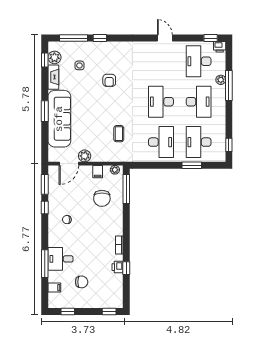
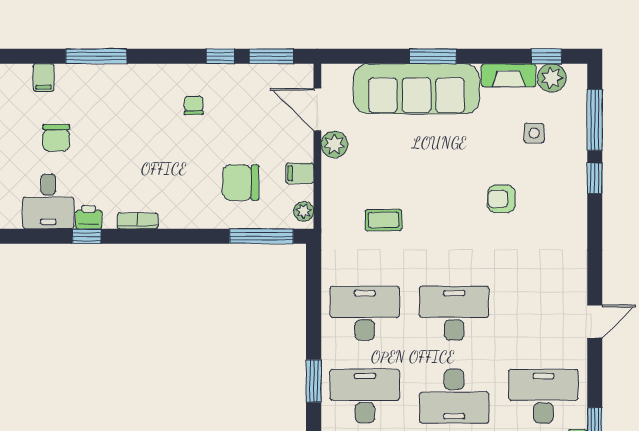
desk: (161, 142) -> (365, 313), turned 180
desk: (60, 259) -> (48, 201), moved, turned 180

